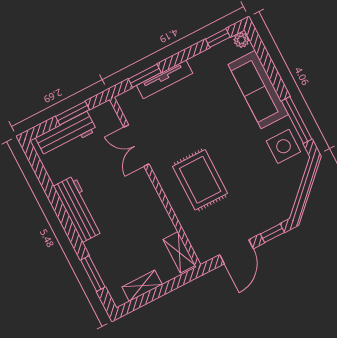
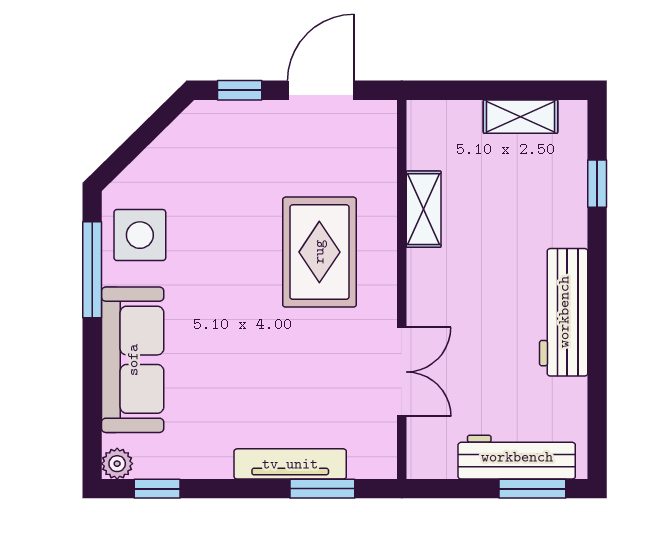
window: (73, 113) -> (532, 489), moved
shelving: (179, 252) -> (424, 209), moved
window: (93, 274) -> (597, 184), width x0.67

